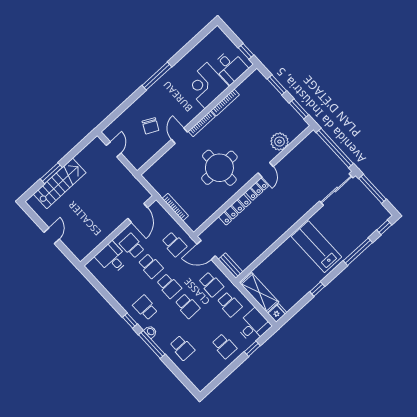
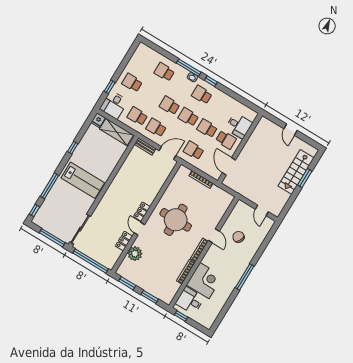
locker: (235, 210) -> (124, 241), moved, width x0.66
school desk: (145, 308) -> (202, 95), turned 180

